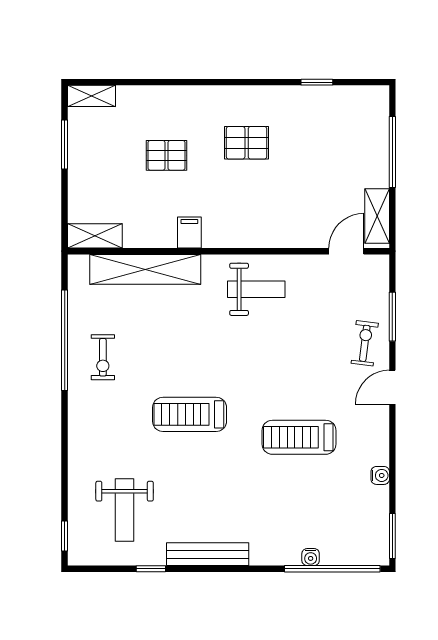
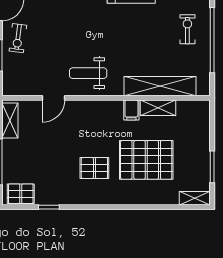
pallet: (360, 103) -> (21, 194), added
pallet: (167, 155) -> (146, 160), width x2.05, depth x2.00
shelving: (95, 236) -> (158, 108), moved
door: (346, 251) -> (53, 98), moved

